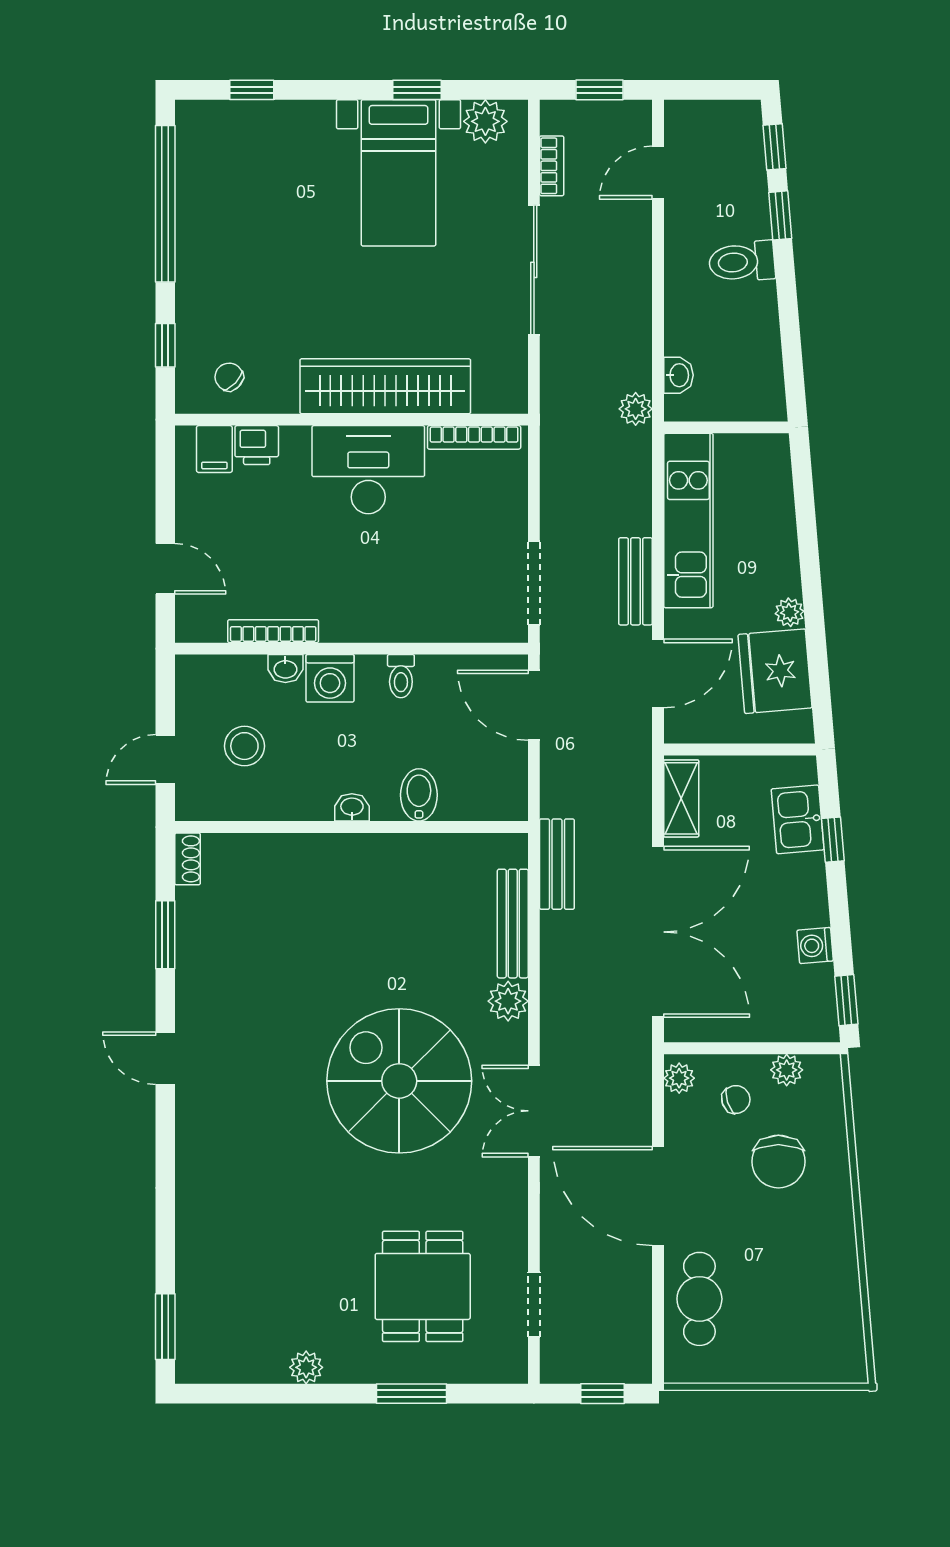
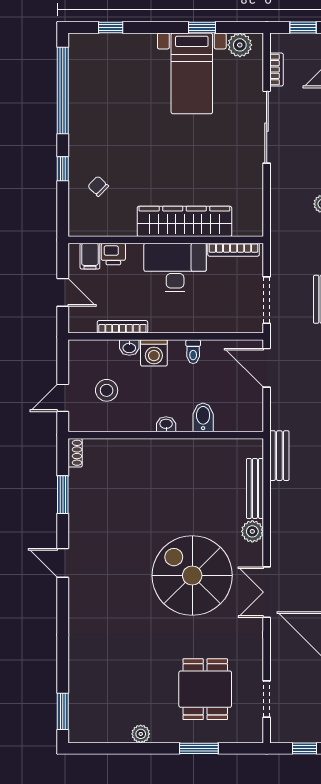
wardrobe: (385, 386) -> (184, 221), moved
wall: (351, 420) -> (166, 240), moved
bookcase: (474, 437) -> (234, 250), moved
printer: (257, 445) -> (113, 254), moved
filing cabinet: (214, 449) -> (90, 256), moved
desk: (368, 470) -> (175, 268), moved

